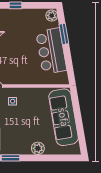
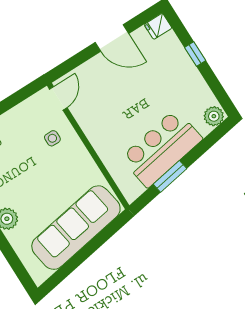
window: (64, 34) -> (170, 176), moved

